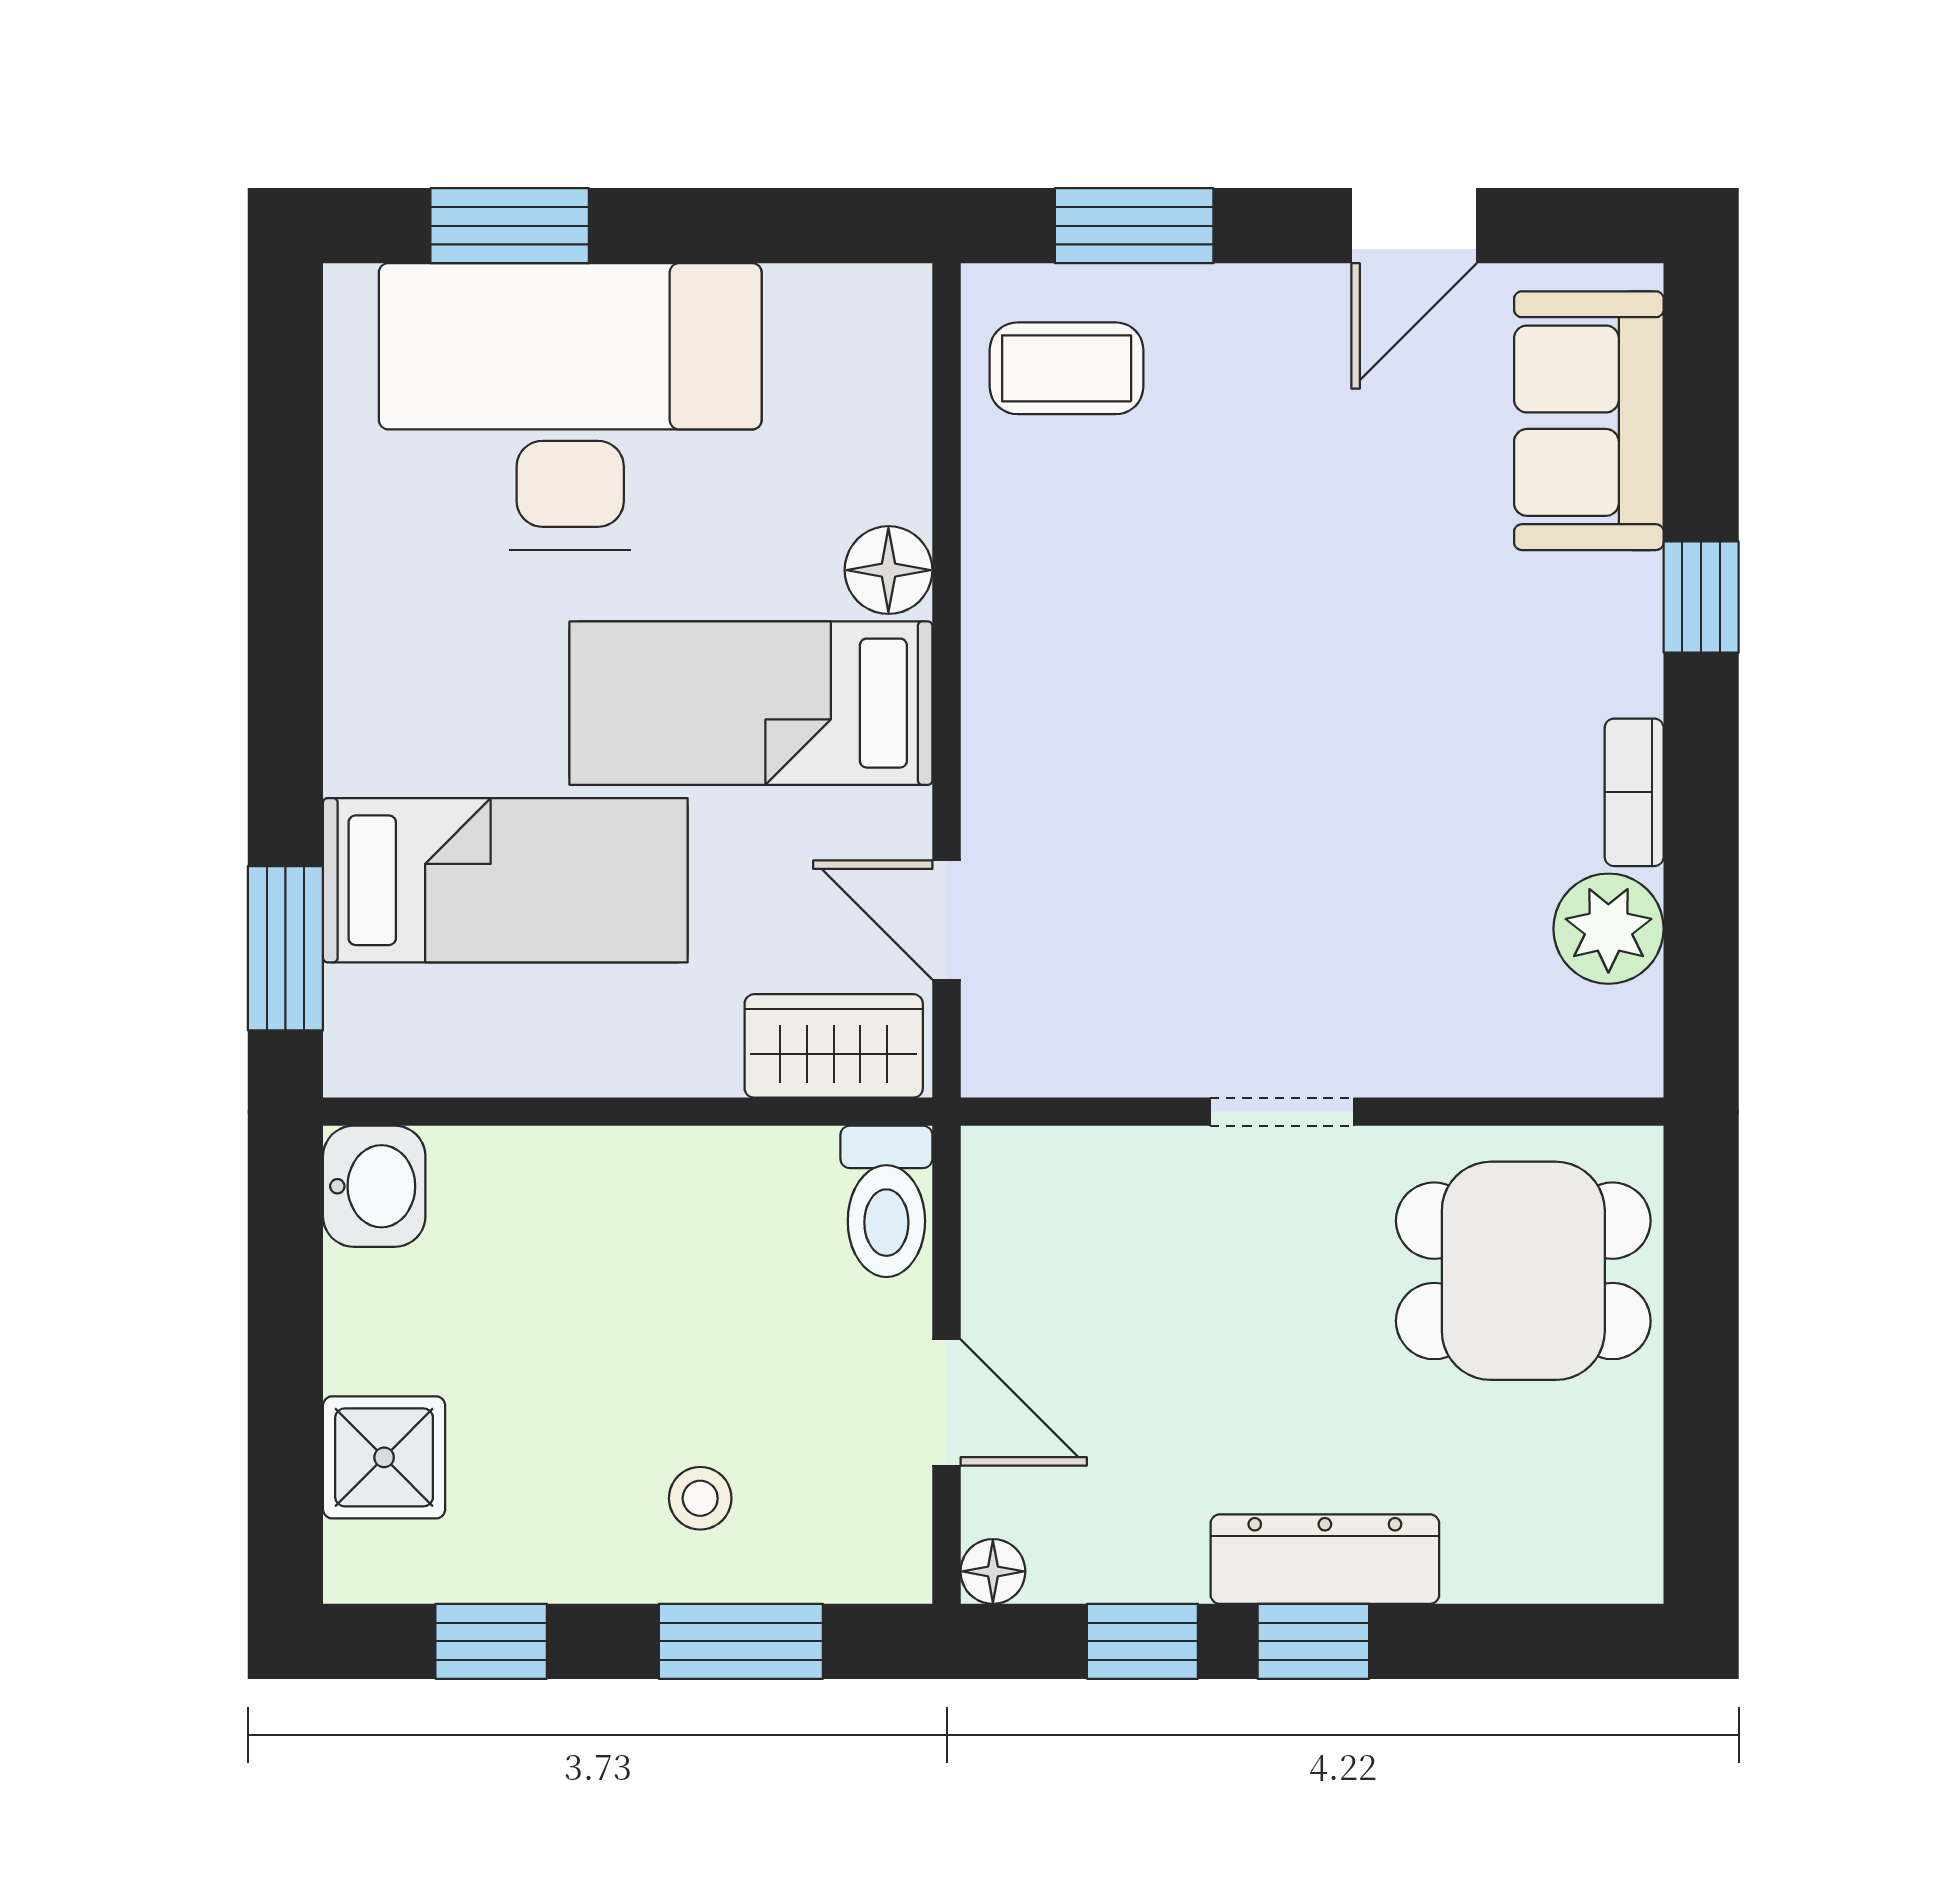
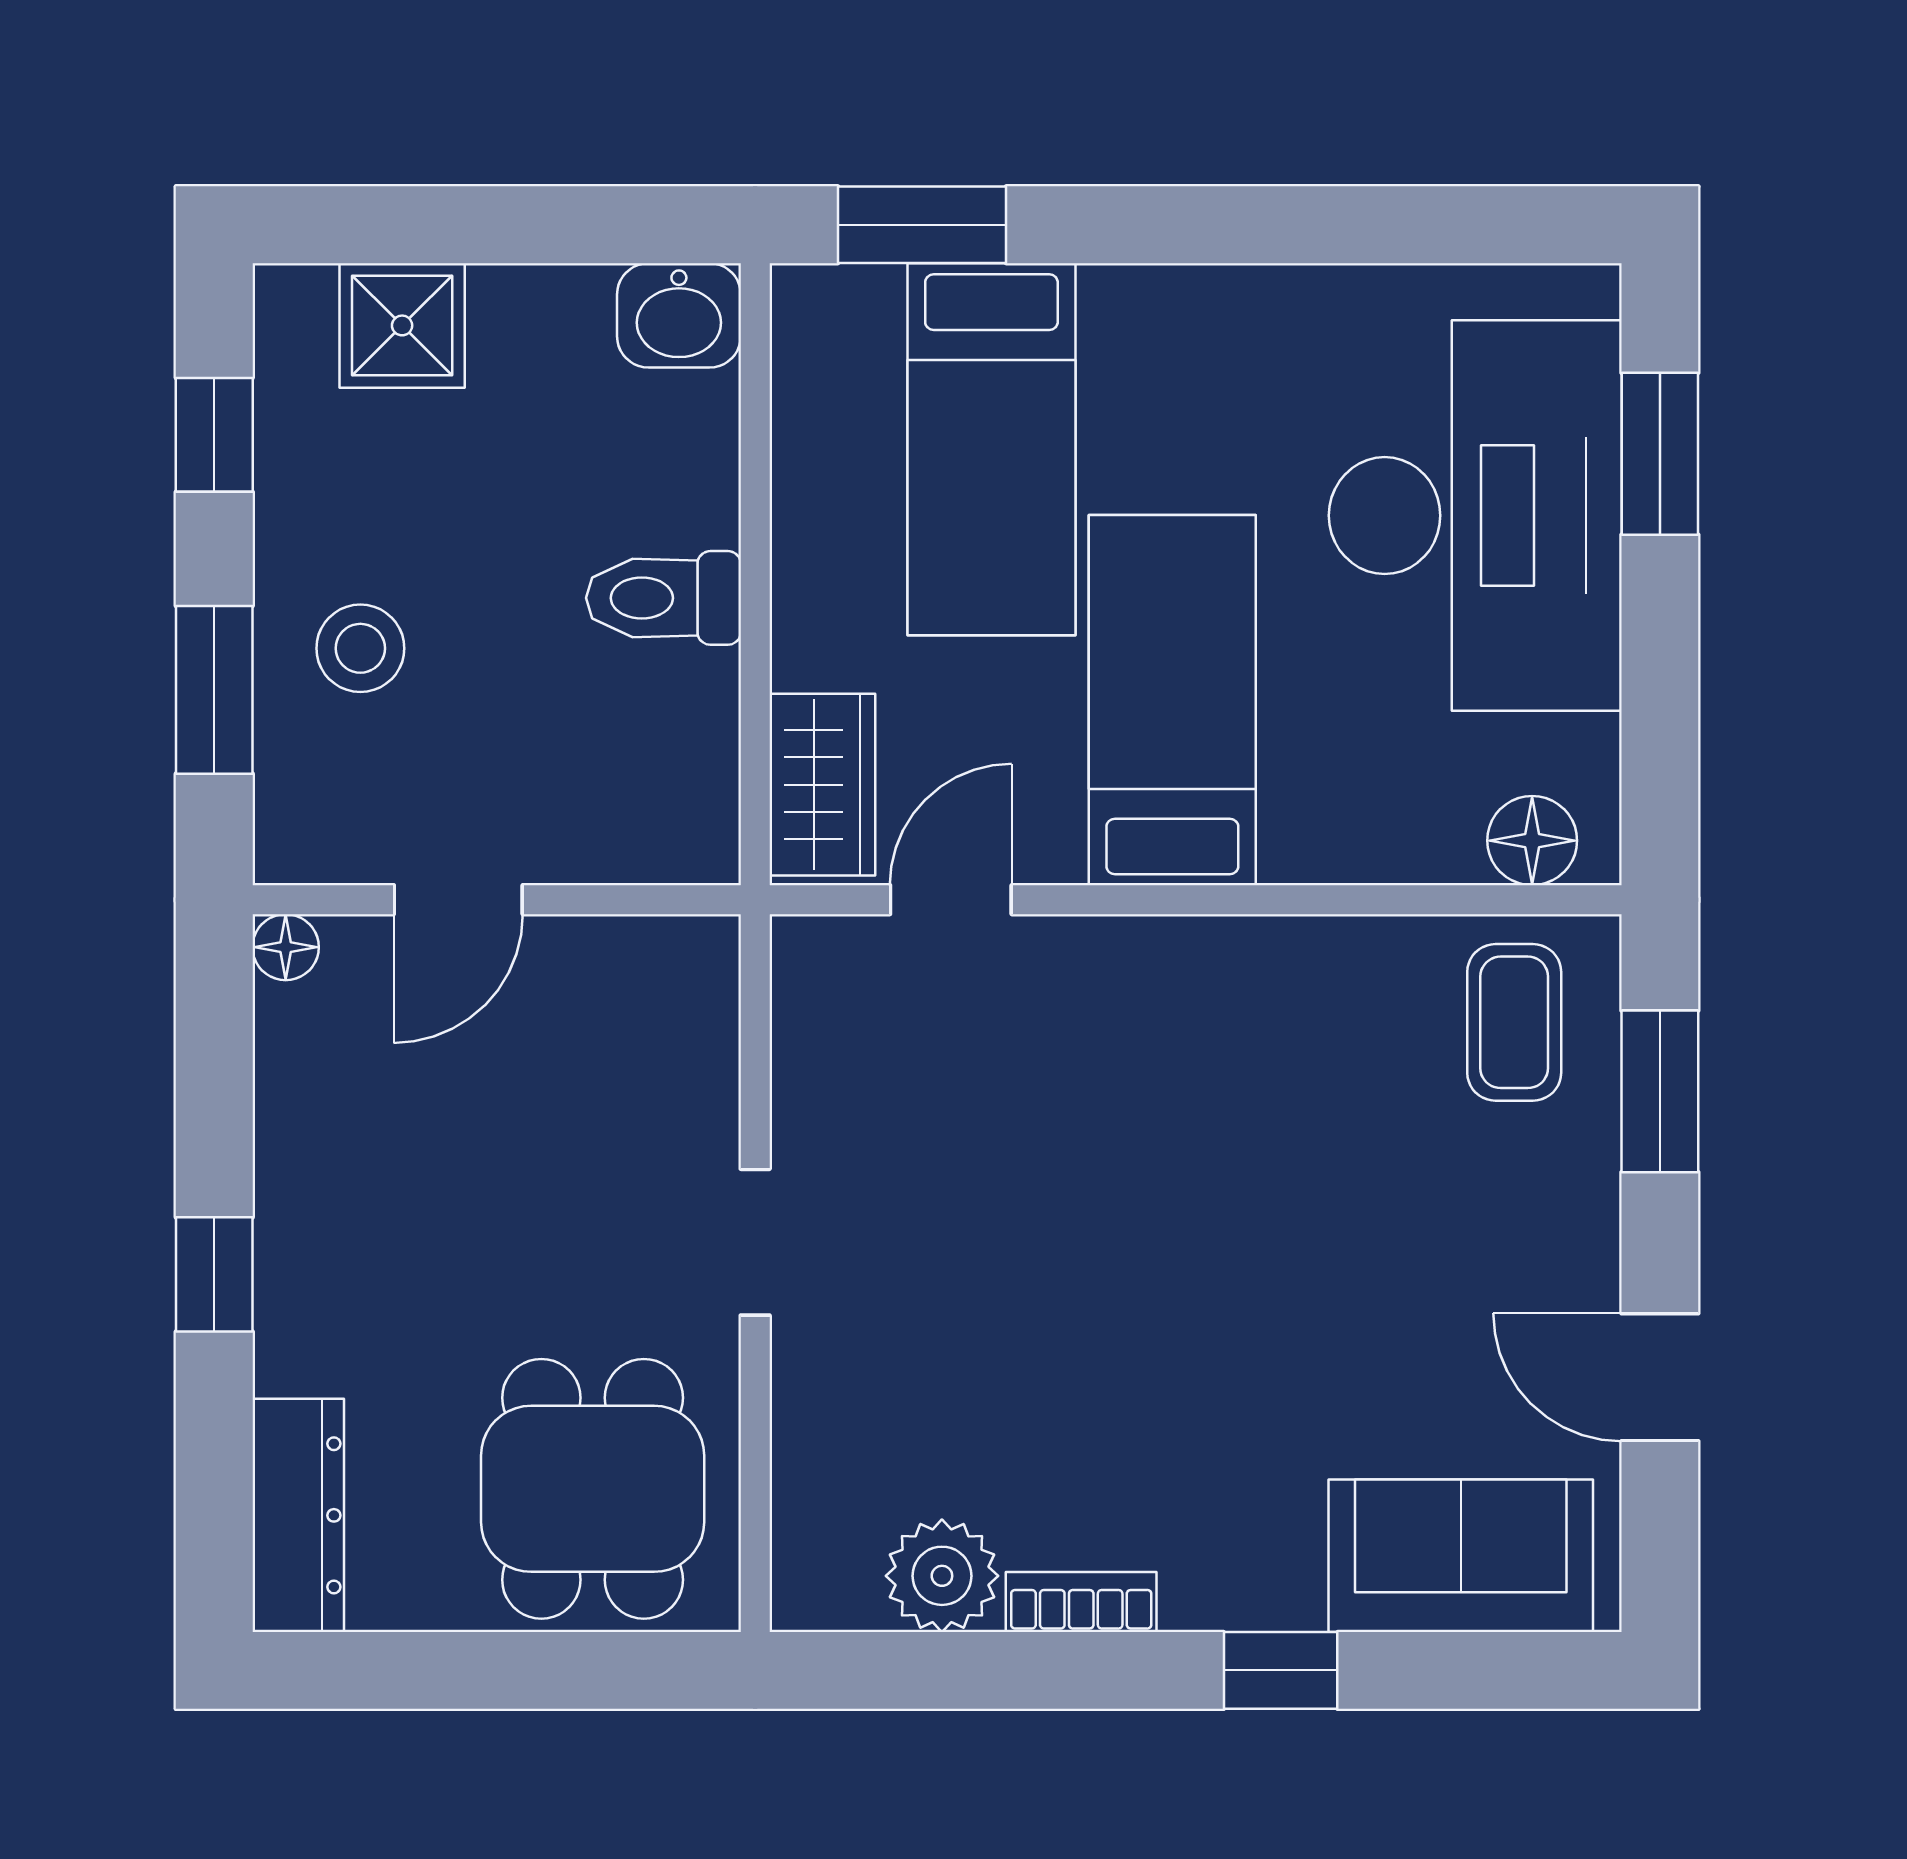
floor lamp: (888, 570) -> (1532, 841), moved
toilet: (886, 1201) -> (663, 598), moved
stool: (700, 1498) -> (360, 648), width x1.37, depth x1.37
dresser: (1325, 1559) -> (298, 1515), moved
window: (1142, 1641) -> (214, 1100), removed

